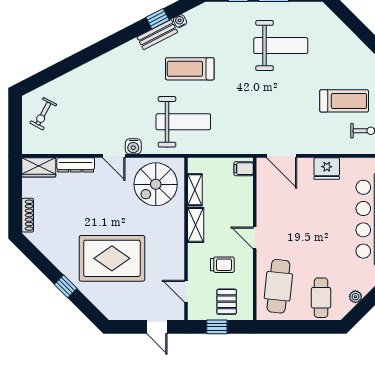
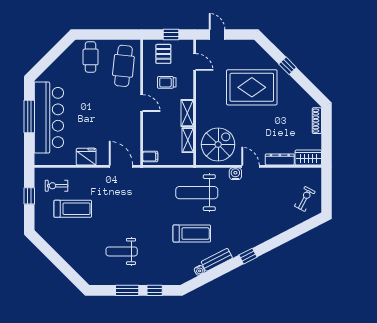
window: (158, 19) -> (248, 256), moved
weight bench: (281, 46) -> (122, 251), width x0.73, depth x0.75
treadmill: (344, 101) -> (73, 209), turned 180
plant: (355, 297) -> (64, 58), removed

